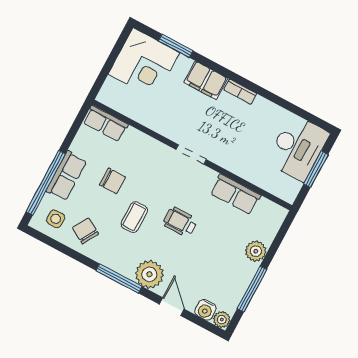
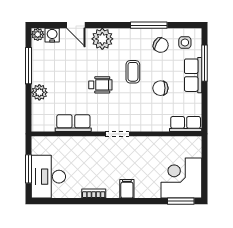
window: (176, 46) -> (181, 201), moved
filing cabinet: (206, 80) -> (127, 189), width x0.50
bookcase: (240, 92) -> (94, 194), moved
window: (46, 183) -> (204, 63), width x0.68
window: (119, 279) -> (149, 25), moved

